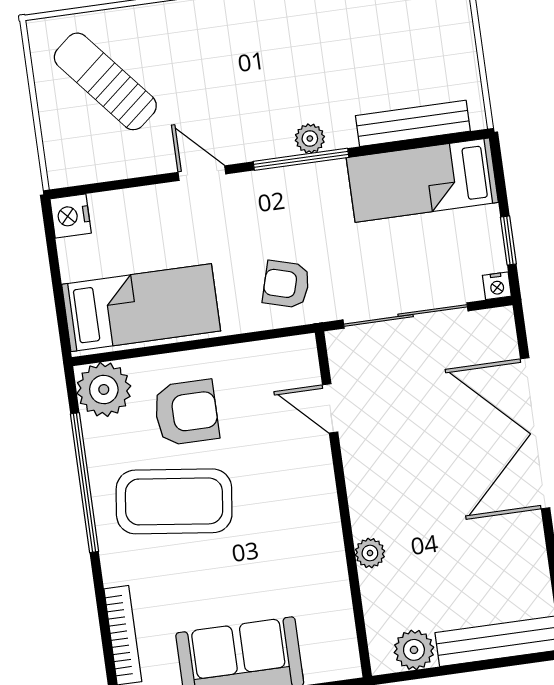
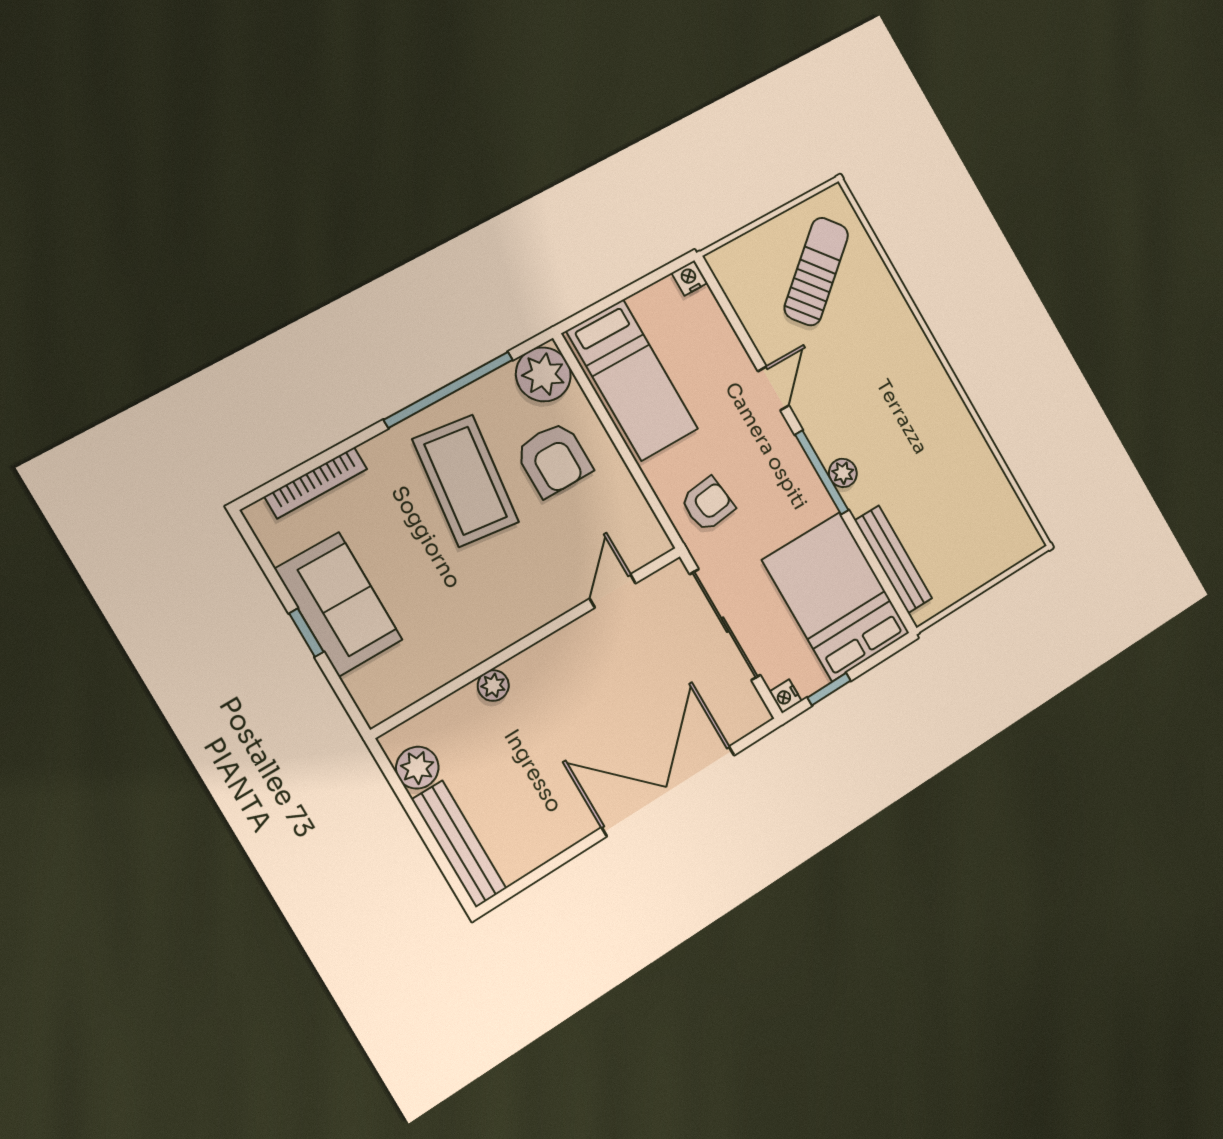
bed: (422, 180) -> (836, 597), width x1.50
nightstand: (71, 216) -> (689, 278), width x0.72, depth x0.74
armchair: (286, 284) -> (708, 504), turned 67

